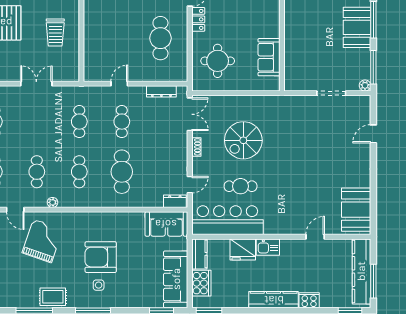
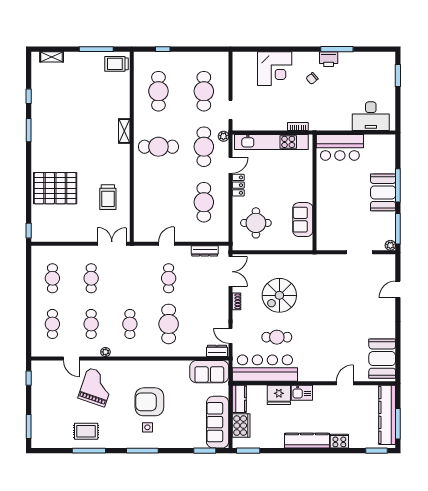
double door: (36, 84) -> (112, 244), moved
cafe table: (79, 122) -> (91, 278), moved
door: (190, 185) -> (231, 336), swing flipped
rug: (53, 297) -> (86, 431), moved

